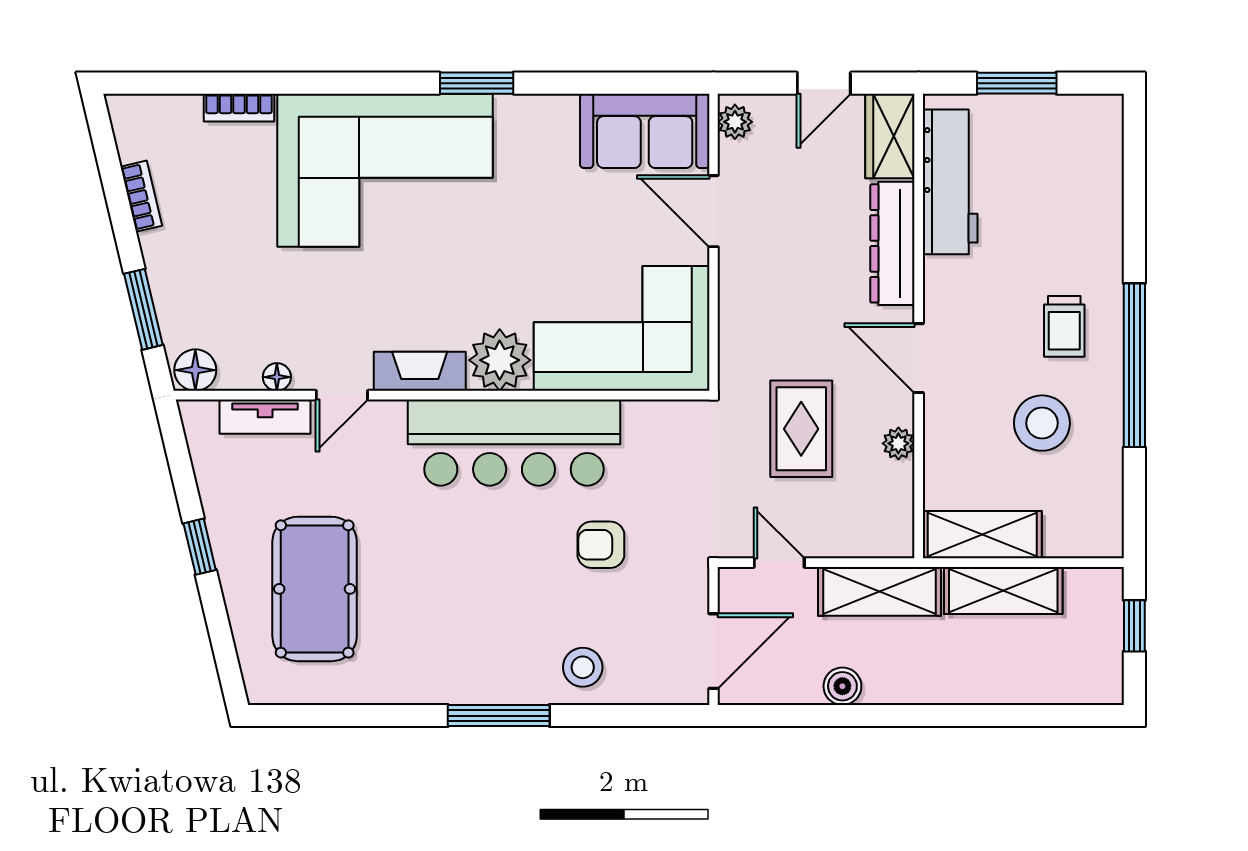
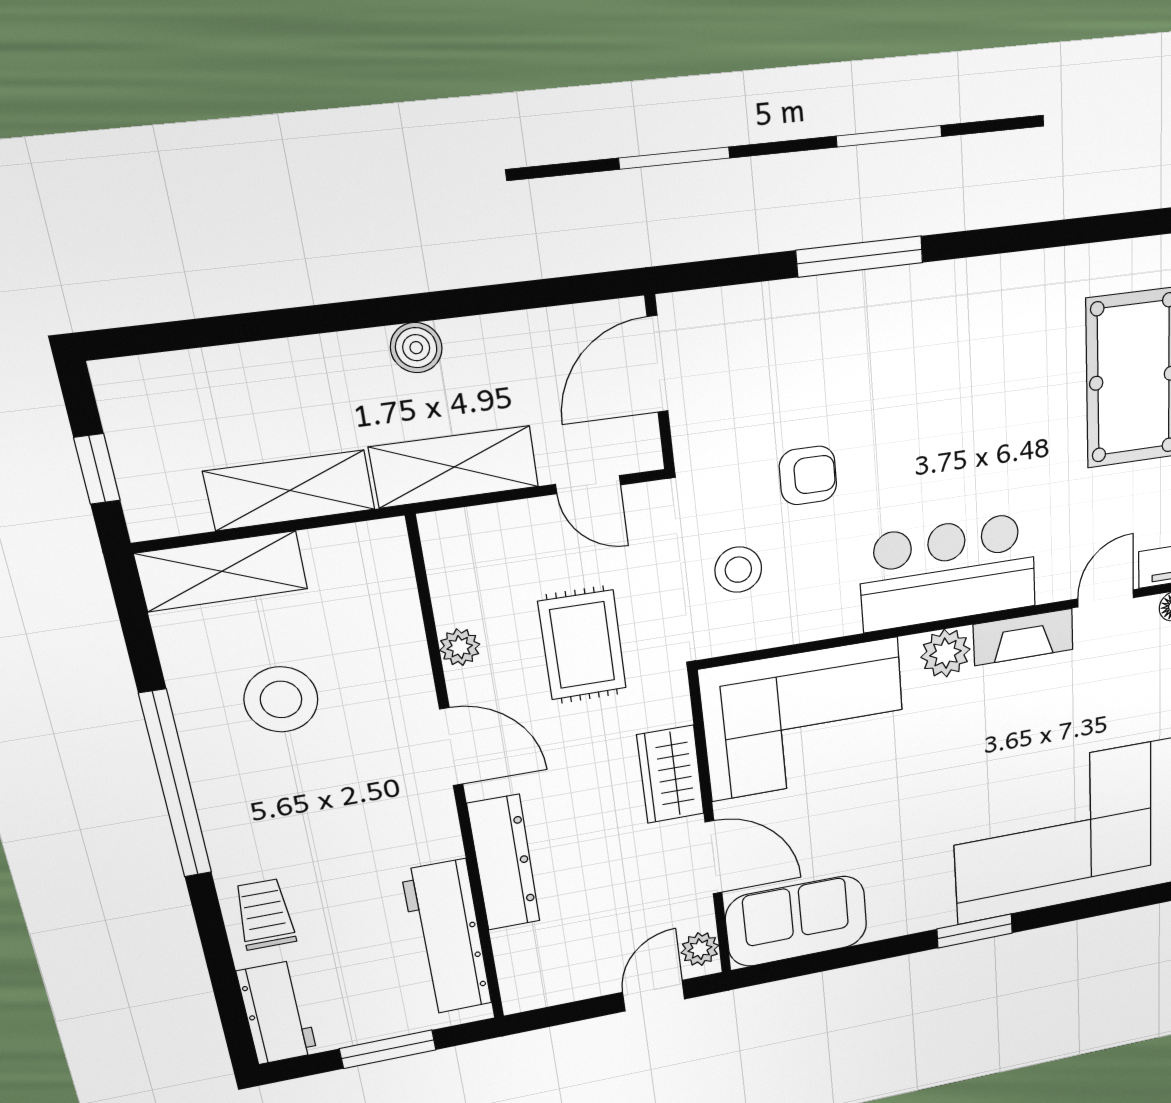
door: (824, 83) -> (654, 996), moved
wardrobe: (890, 136) -> (670, 774), moved, turned 180
workbench: (1099, 141) -> (277, 1013), added
trolley: (1064, 326) -> (265, 914), moved
plant: (500, 360) -> (945, 653), width x0.73, depth x0.73
bar counter: (514, 443) -> (948, 572), width x0.73
shelving: (982, 535) -> (222, 571), moved
stool: (583, 667) -> (738, 570), moved
boiler: (842, 686) -> (416, 348), moved
window: (499, 716) -> (860, 256), moved

